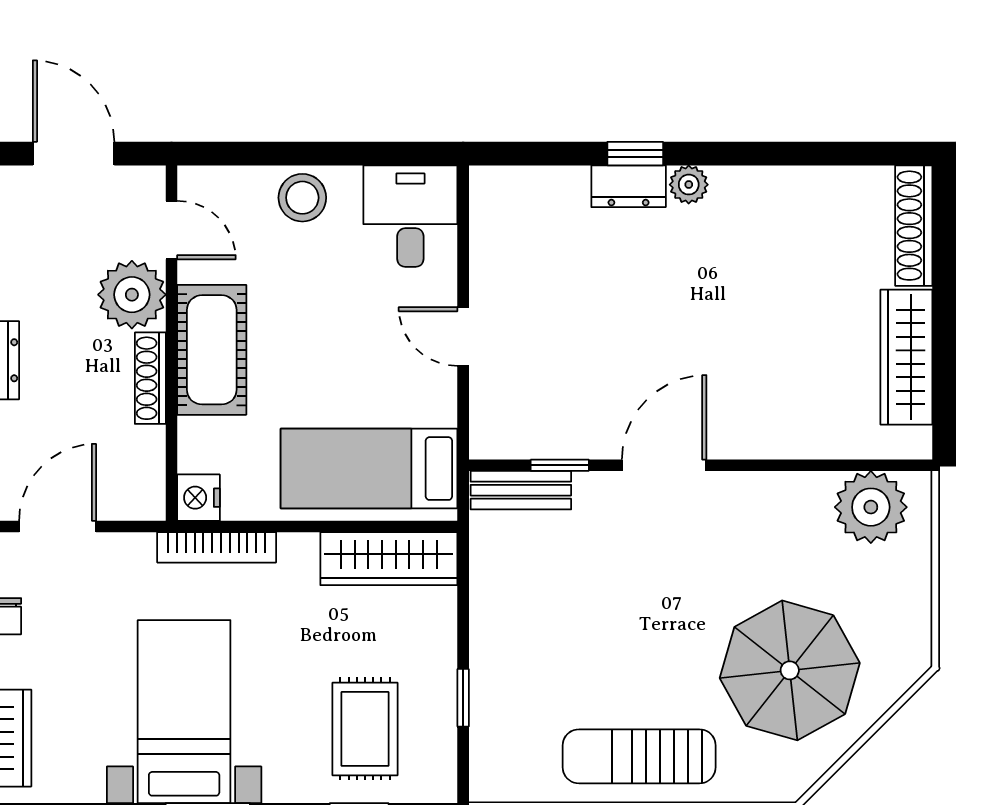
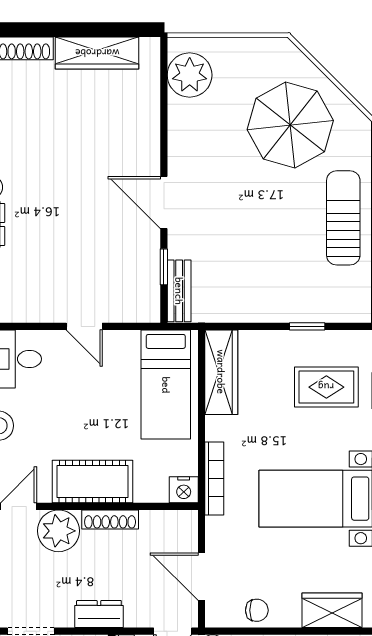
door: (463, 336) -> (84, 326), hinge flipped
sun lounger: (639, 756) -> (343, 218), turned 180

